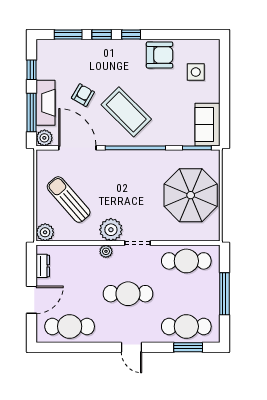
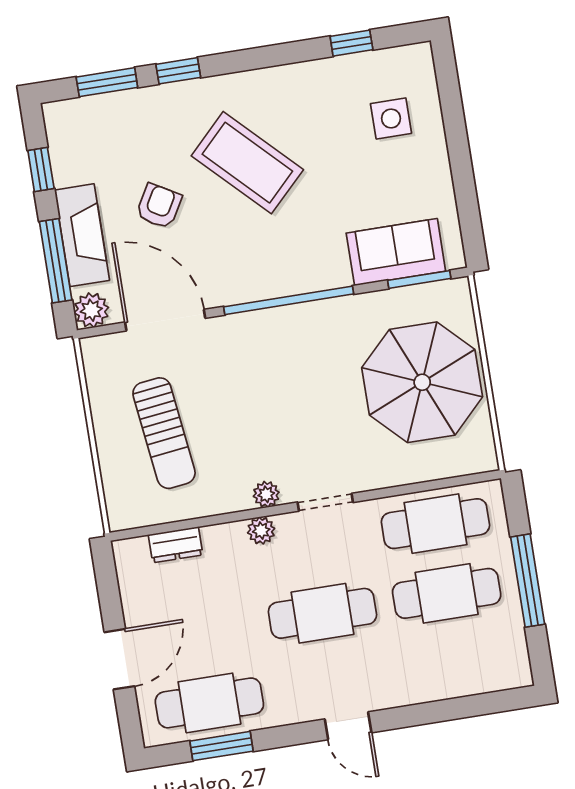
window: (131, 35) -> (351, 43), moved
armchair: (160, 55) -> (308, 95), removed
coffee table: (126, 112) -> (247, 163), moved
sofa: (207, 125) -> (396, 252), moved, turned 90
sun lounger: (69, 200) -> (164, 433), turned -146
plant: (111, 230) -> (266, 494), width x0.53, depth x0.53
plant: (45, 232) -> (125, 511), removed
dresser: (43, 266) -> (176, 545), moved, turned 90
cafe table: (186, 326) -> (447, 593), moved
window: (188, 347) -> (222, 746), moved

